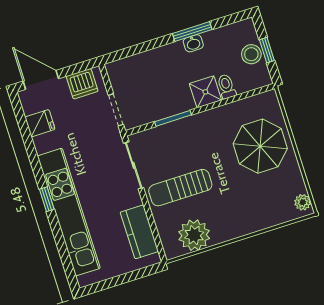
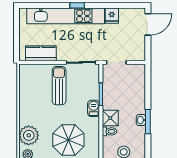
dishwasher: (82, 84) -> (138, 48), removed
fridge: (40, 123) -> (112, 16), moved
barbecue: (199, 123) -> (94, 108), added
plant: (194, 235) -> (29, 135), moved

